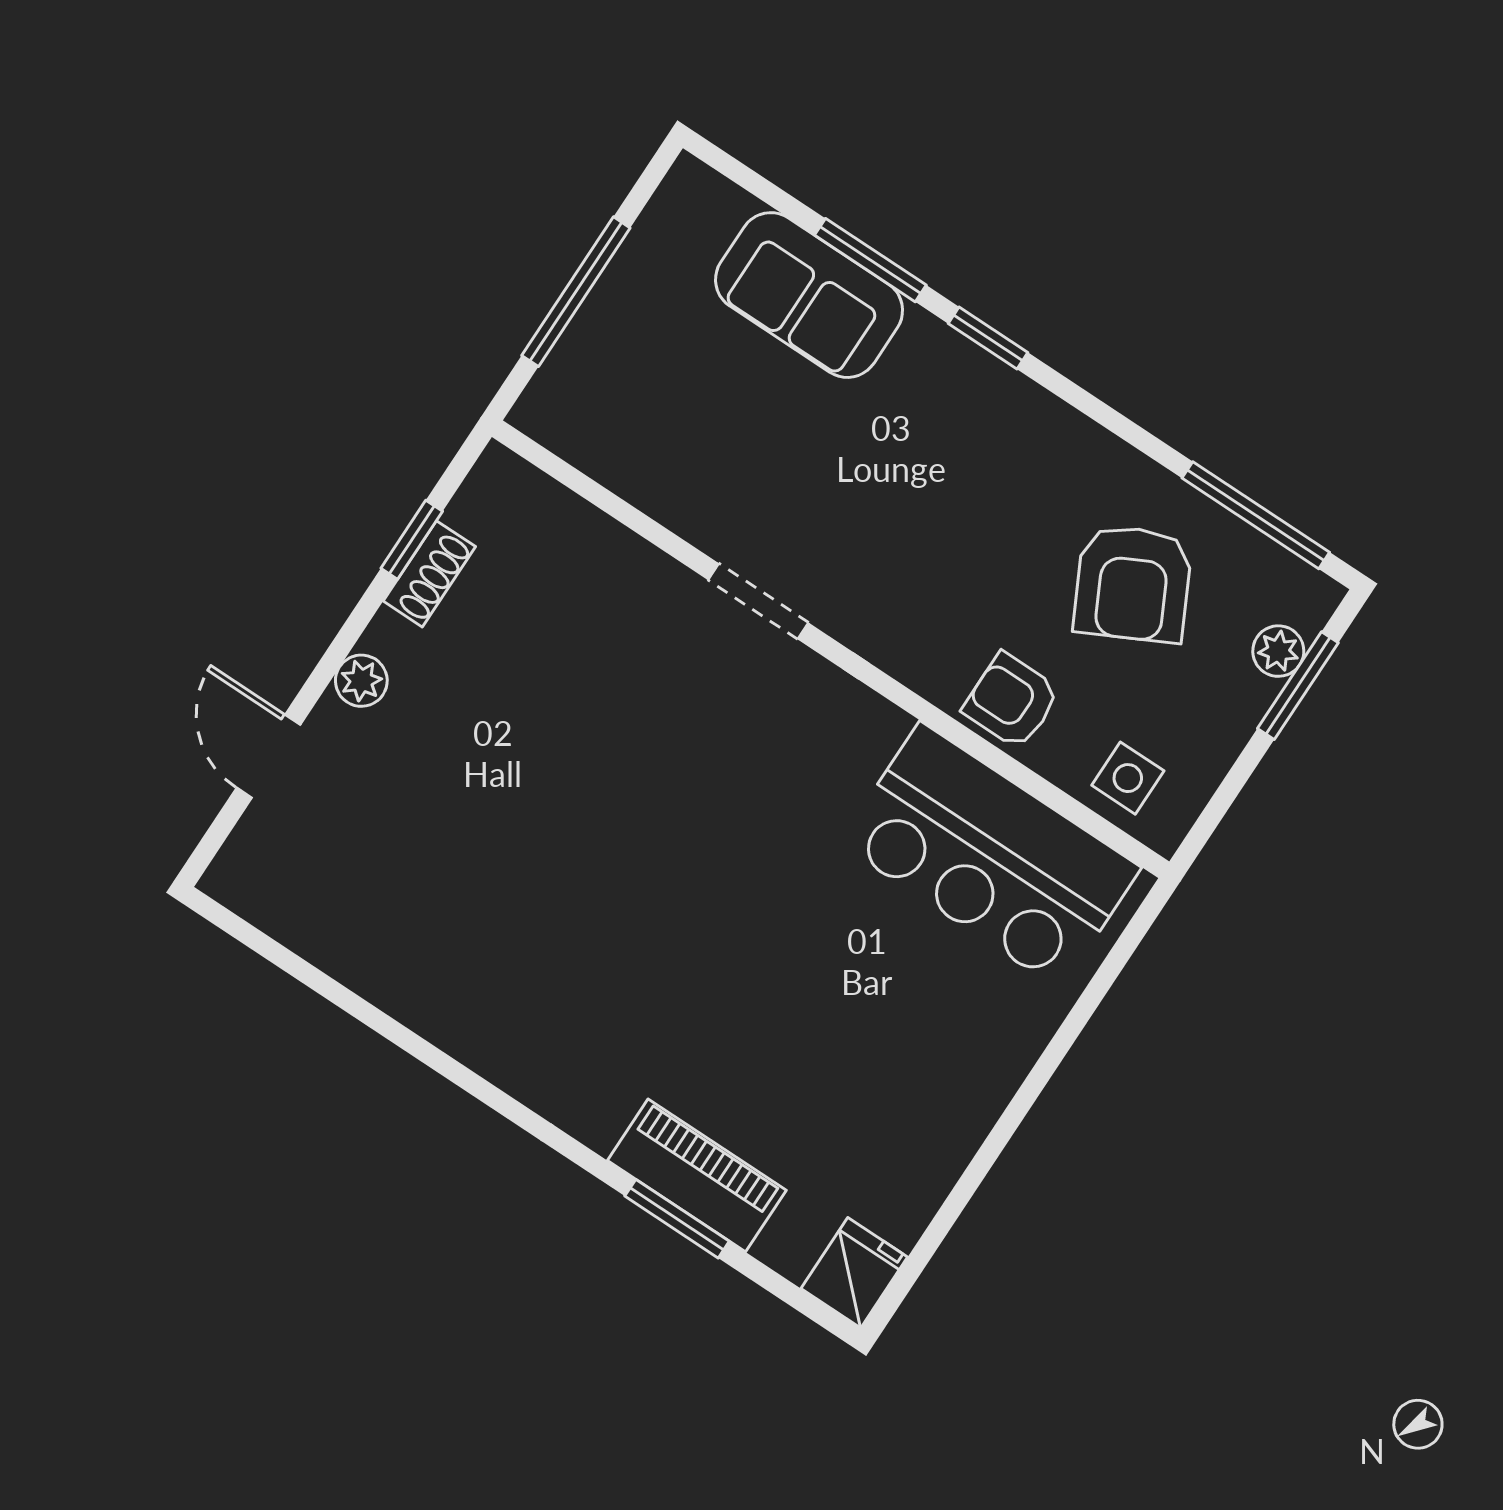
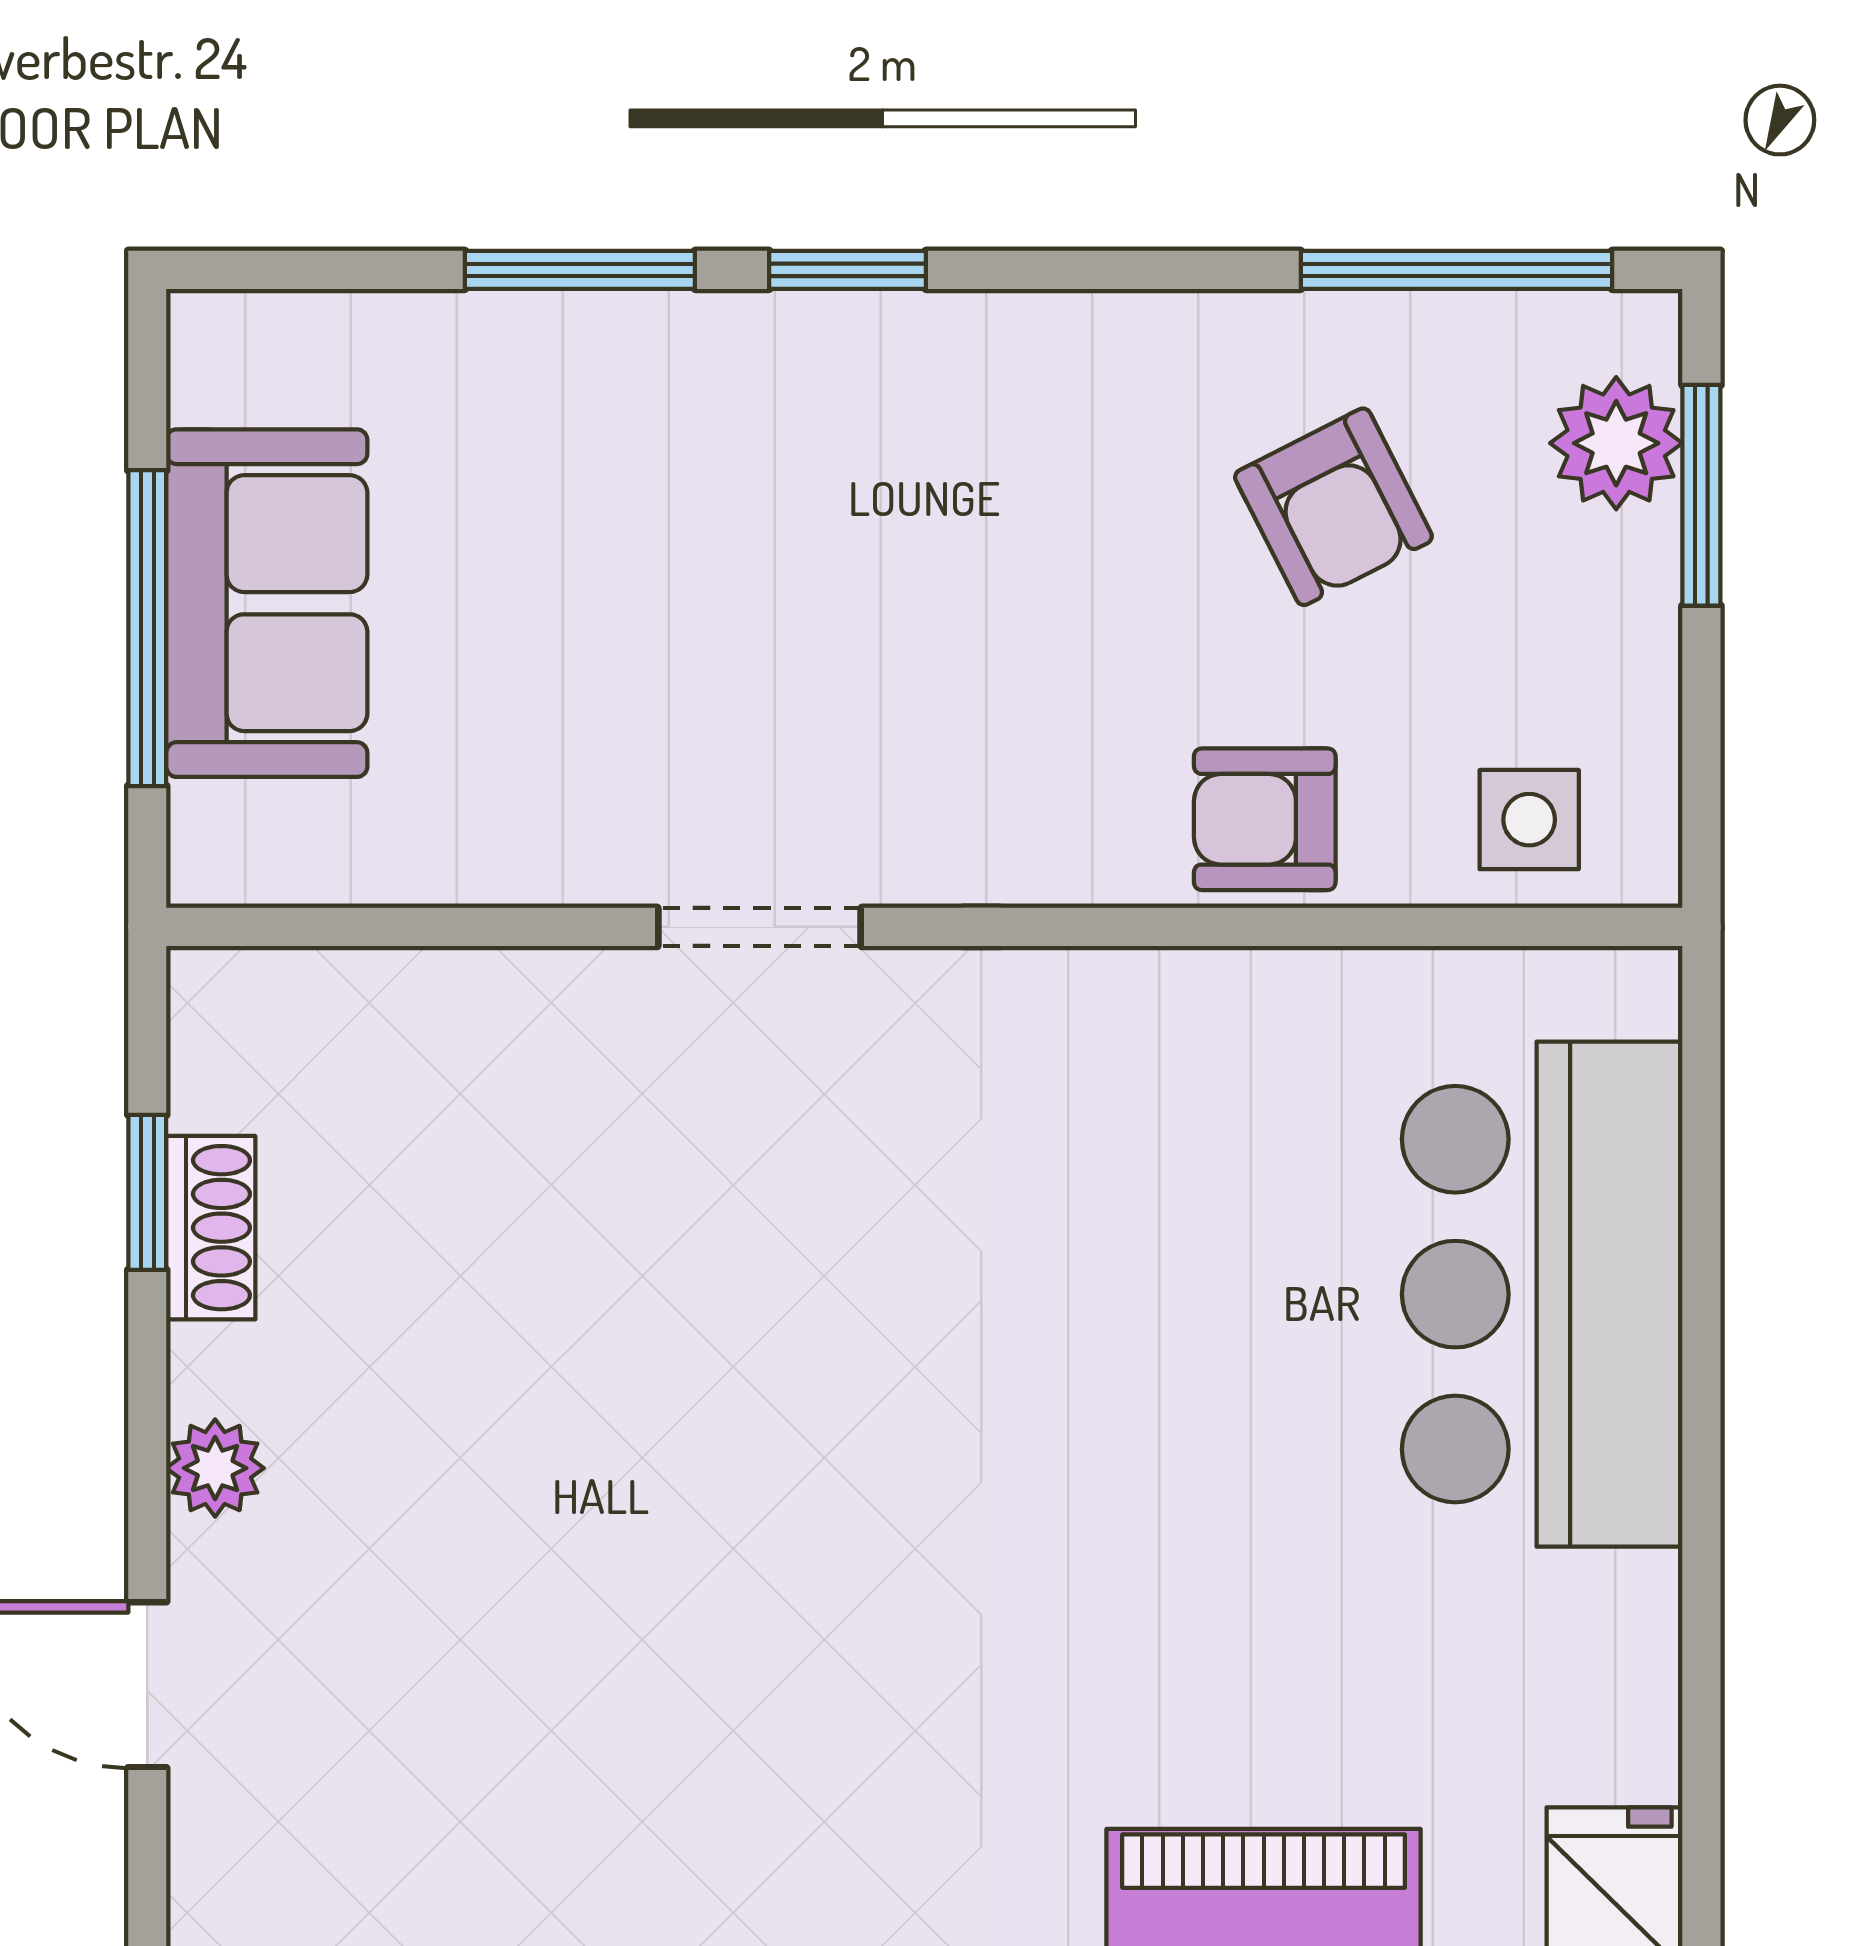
sofa: (809, 295) -> (267, 603), moved, turned -90
armchair: (1133, 584) -> (1333, 507), width x0.72, depth x0.72
plant: (1278, 651) -> (1616, 443), width x1.38, depth x1.38
bar counter: (990, 856) -> (1542, 1294), moved, turned 90

